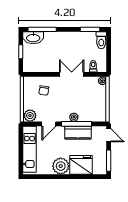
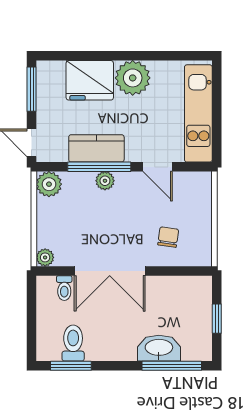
washbasin: (33, 38) -> (159, 348), moved
toilet: (101, 40) -> (73, 343), moved
double door: (72, 74) -> (110, 271), width x1.37
plant: (30, 116) -> (49, 184), moved
door: (49, 124) -> (158, 167), swing flipped

